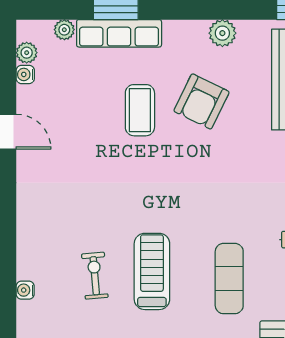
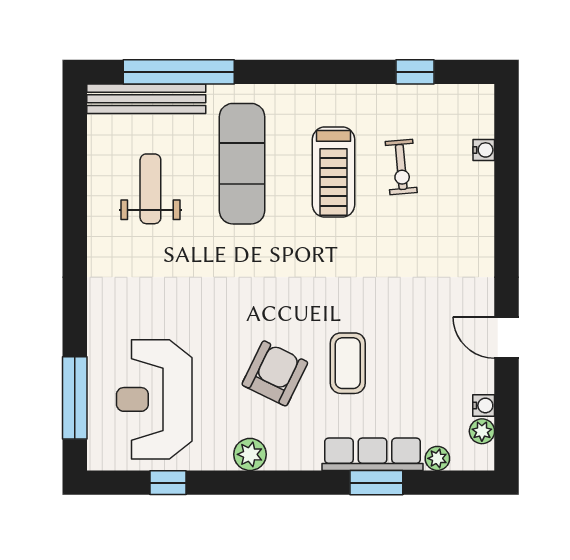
exercise mat: (229, 279) -> (242, 164), width x1.36, depth x1.45

